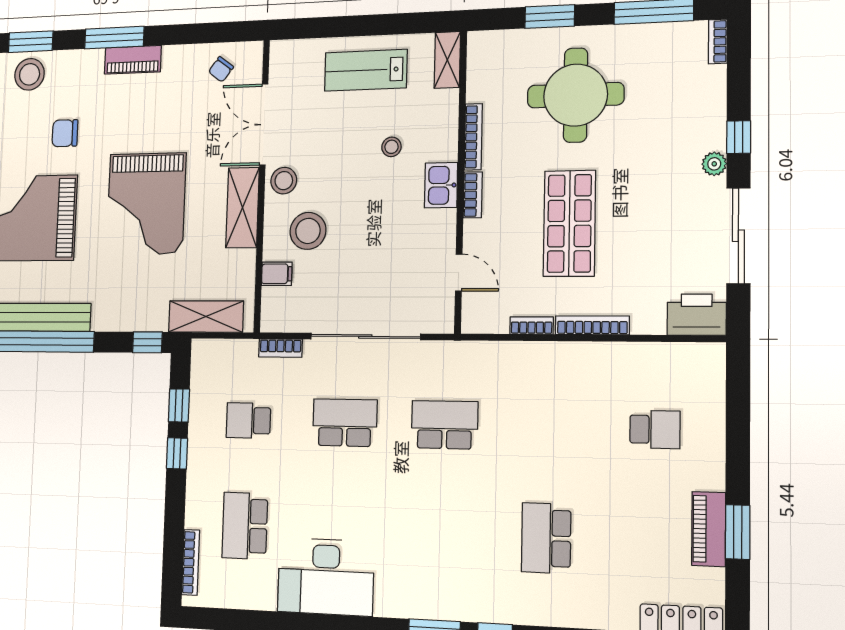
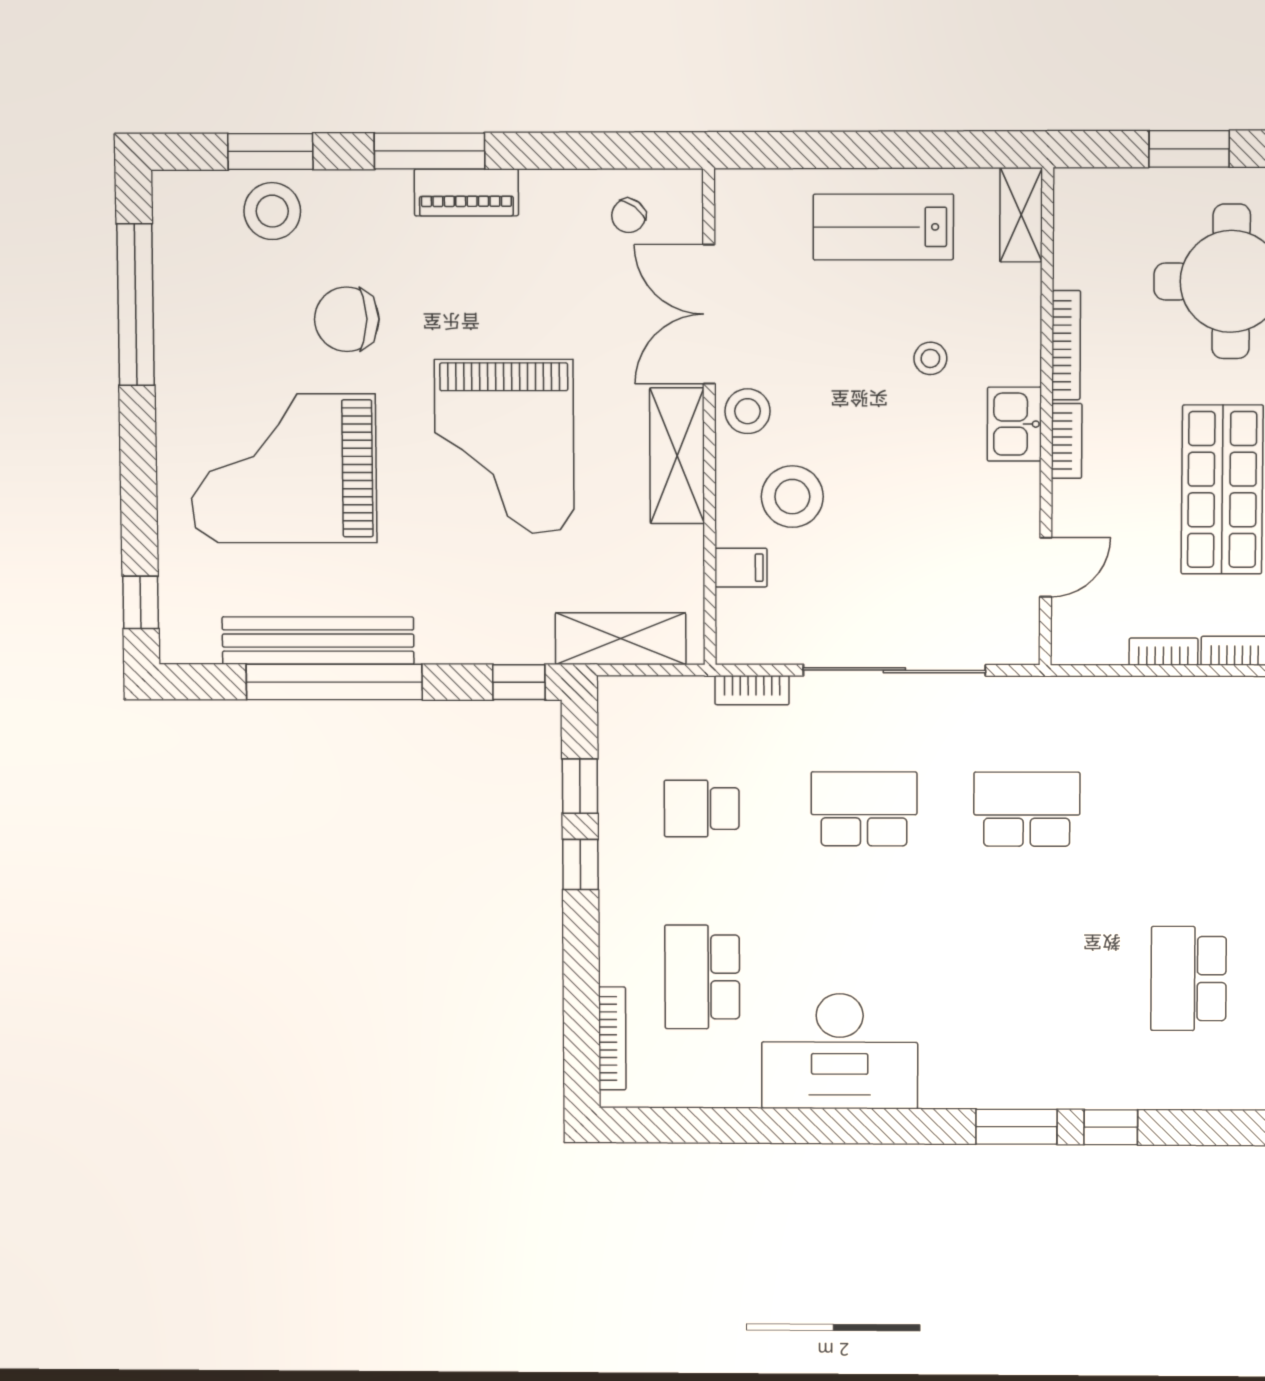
chair: (65, 133) -> (347, 319), width x1.37, depth x1.37
door: (459, 273) -> (1046, 567), hinge flipped

